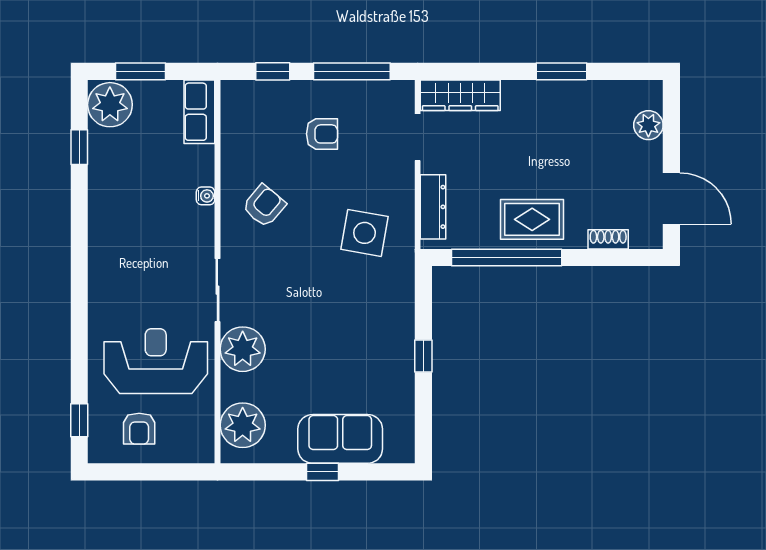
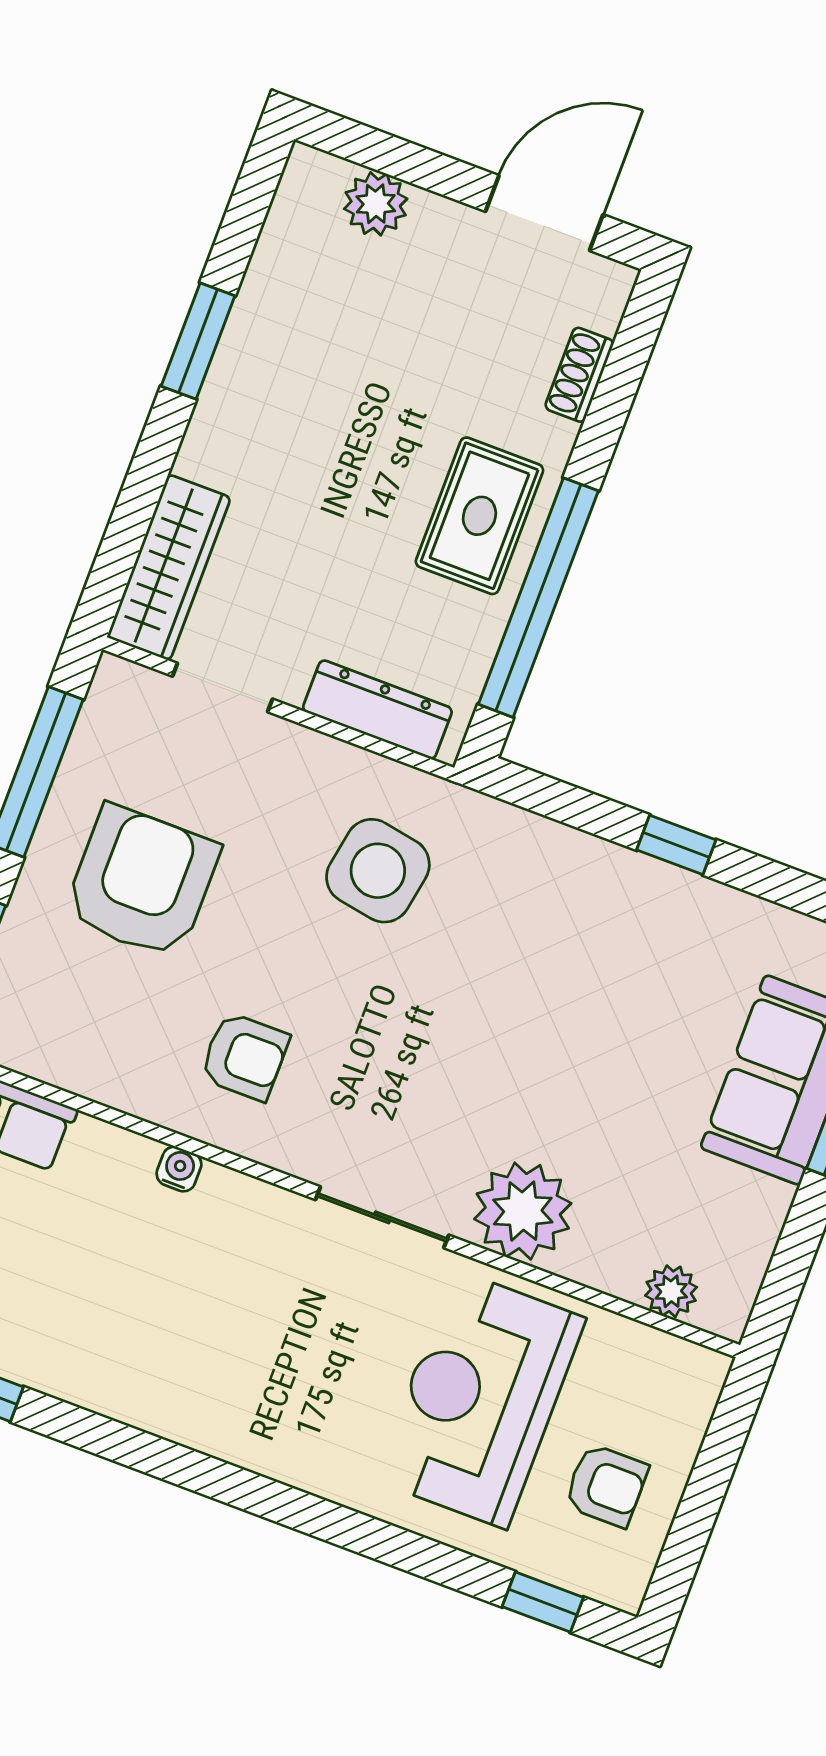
armchair: (322, 134) -> (142, 882), width x1.88, depth x1.88
armchair: (264, 206) -> (245, 1056), turned 140
plant: (243, 425) -> (671, 1291), width x0.53, depth x0.53

